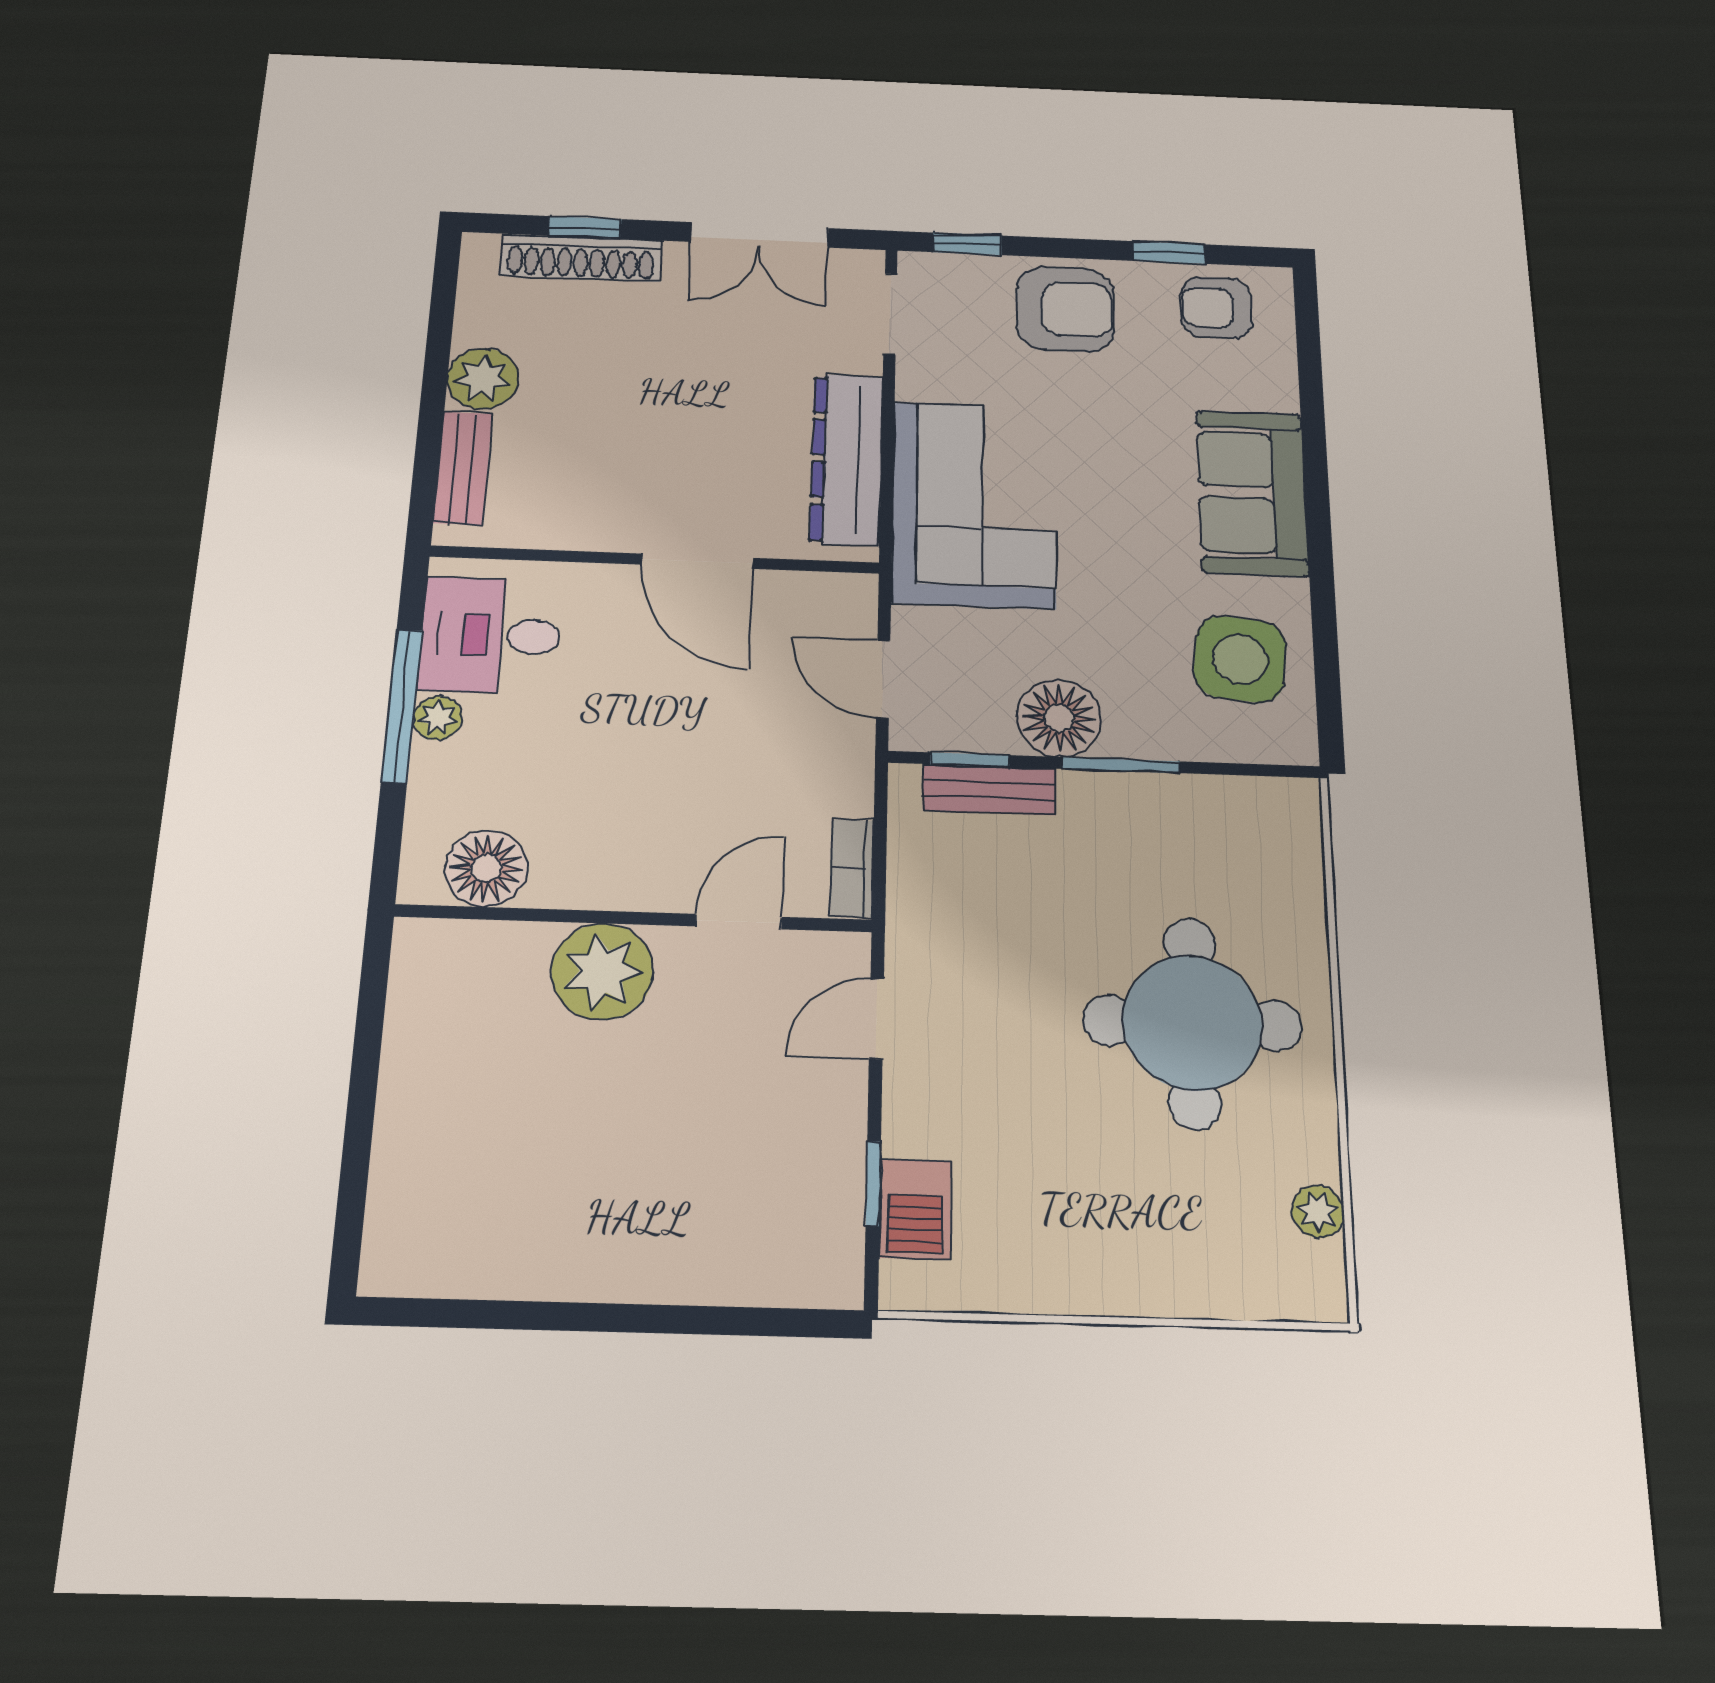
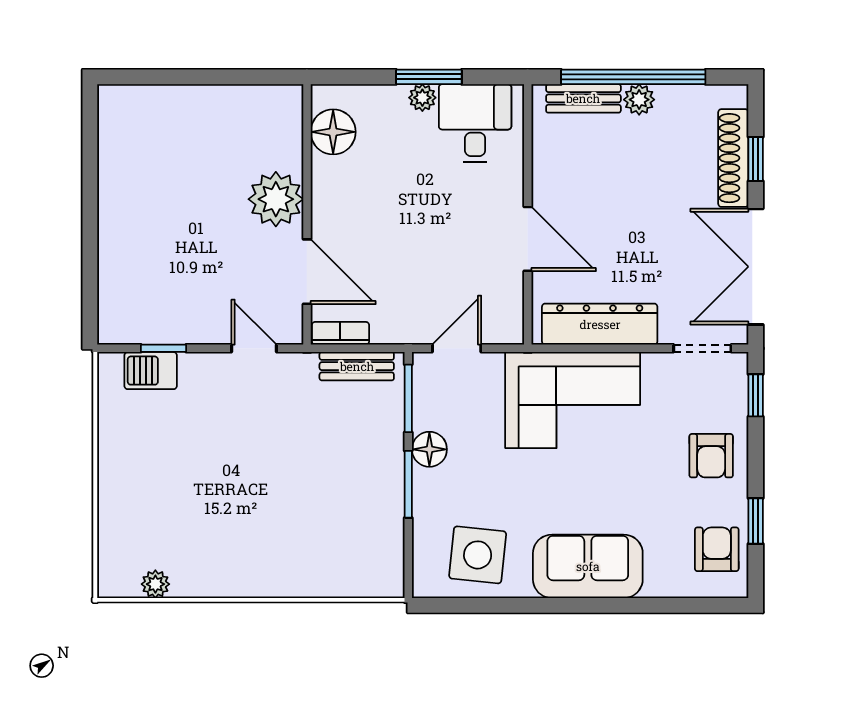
double door: (760, 235) -> (756, 267), width x1.37
armchair: (1065, 309) -> (711, 456), width x0.72, depth x0.72
plant: (483, 379) -> (639, 100), width x0.73, depth x0.73
window: (434, 393) -> (633, 77), added
door: (698, 561) -> (528, 239), swing flipped
window: (402, 706) -> (429, 77), width x0.69
floor lamp: (1059, 718) -> (429, 449), width x0.73, depth x0.73
window: (970, 760) -> (408, 398), width x1.50
bench: (989, 790) -> (357, 366), moved, turned 90
door: (738, 922) -> (307, 272), width x1.38
round table: (1192, 1023) -> (257, 520), removed

